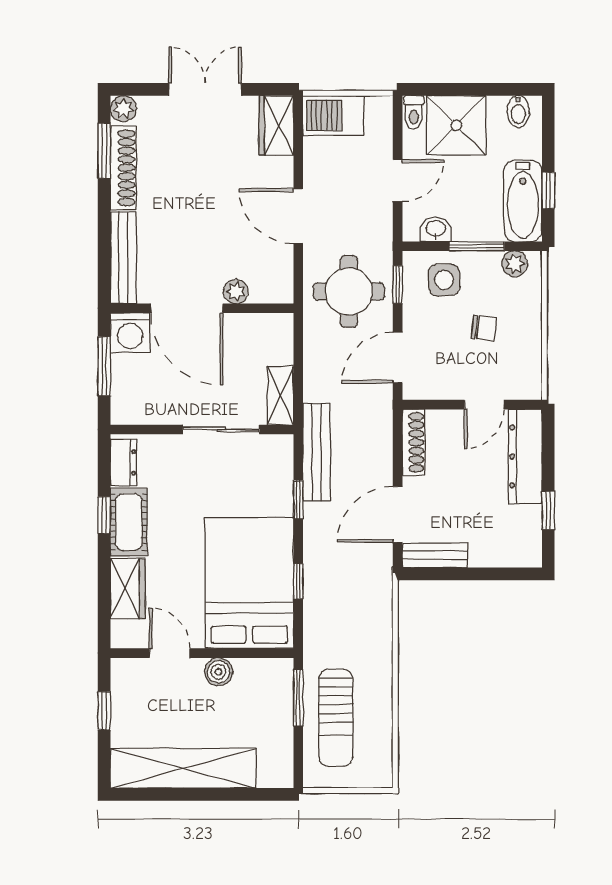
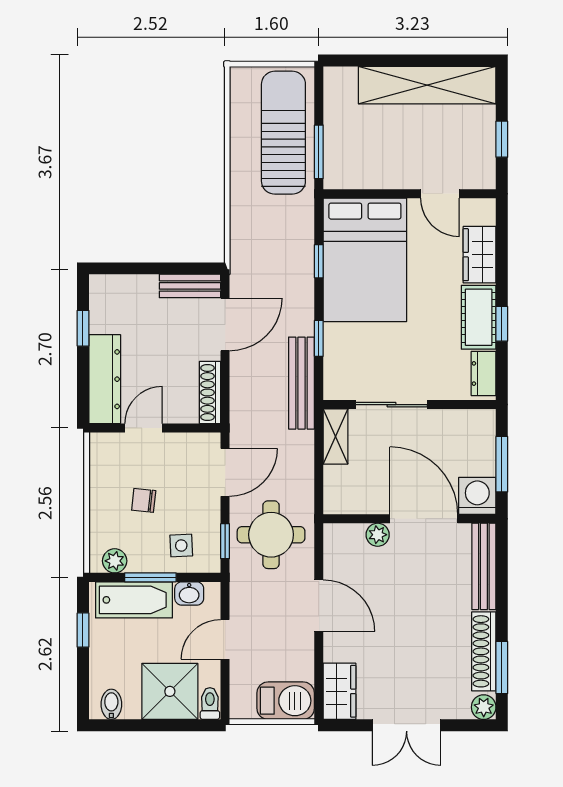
bathtub: (523, 201) -> (134, 600), moved, turned 90
side table: (444, 280) -> (181, 546), width x0.73, depth x0.73
boiler: (219, 672) -> (394, 176), removed
sun lounger: (336, 718) -> (283, 133), width x1.36, depth x1.34

